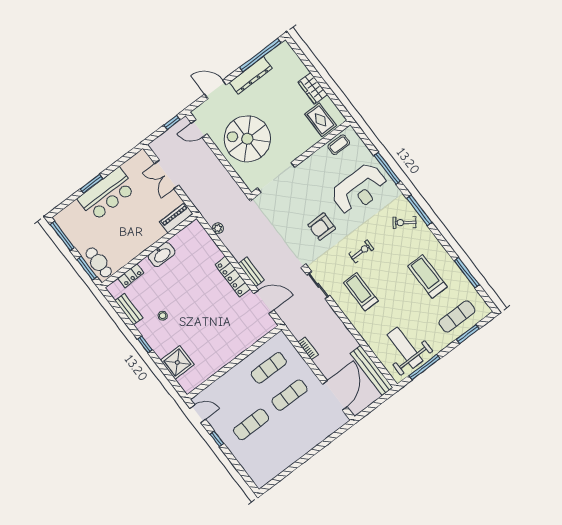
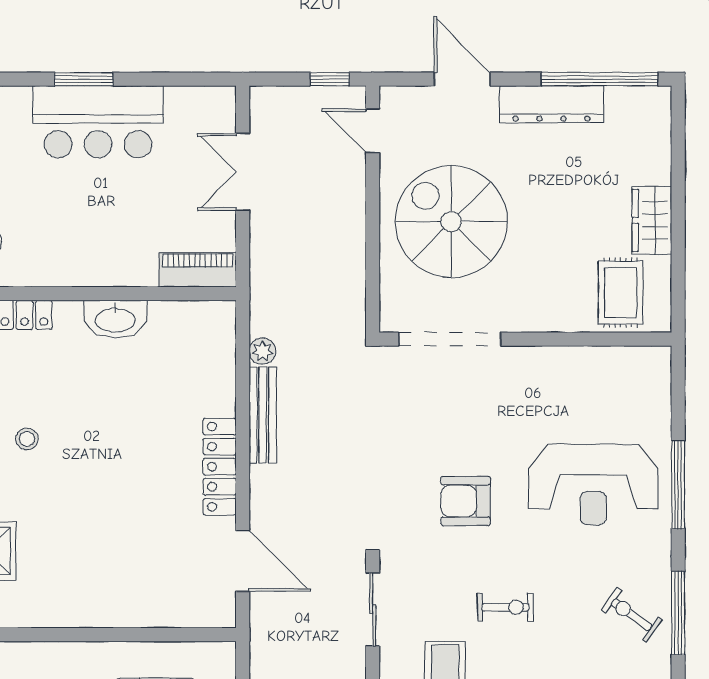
coffee table: (339, 145) -> (619, 368), removed
bench: (251, 272) -> (263, 415), moved, width x1.36

